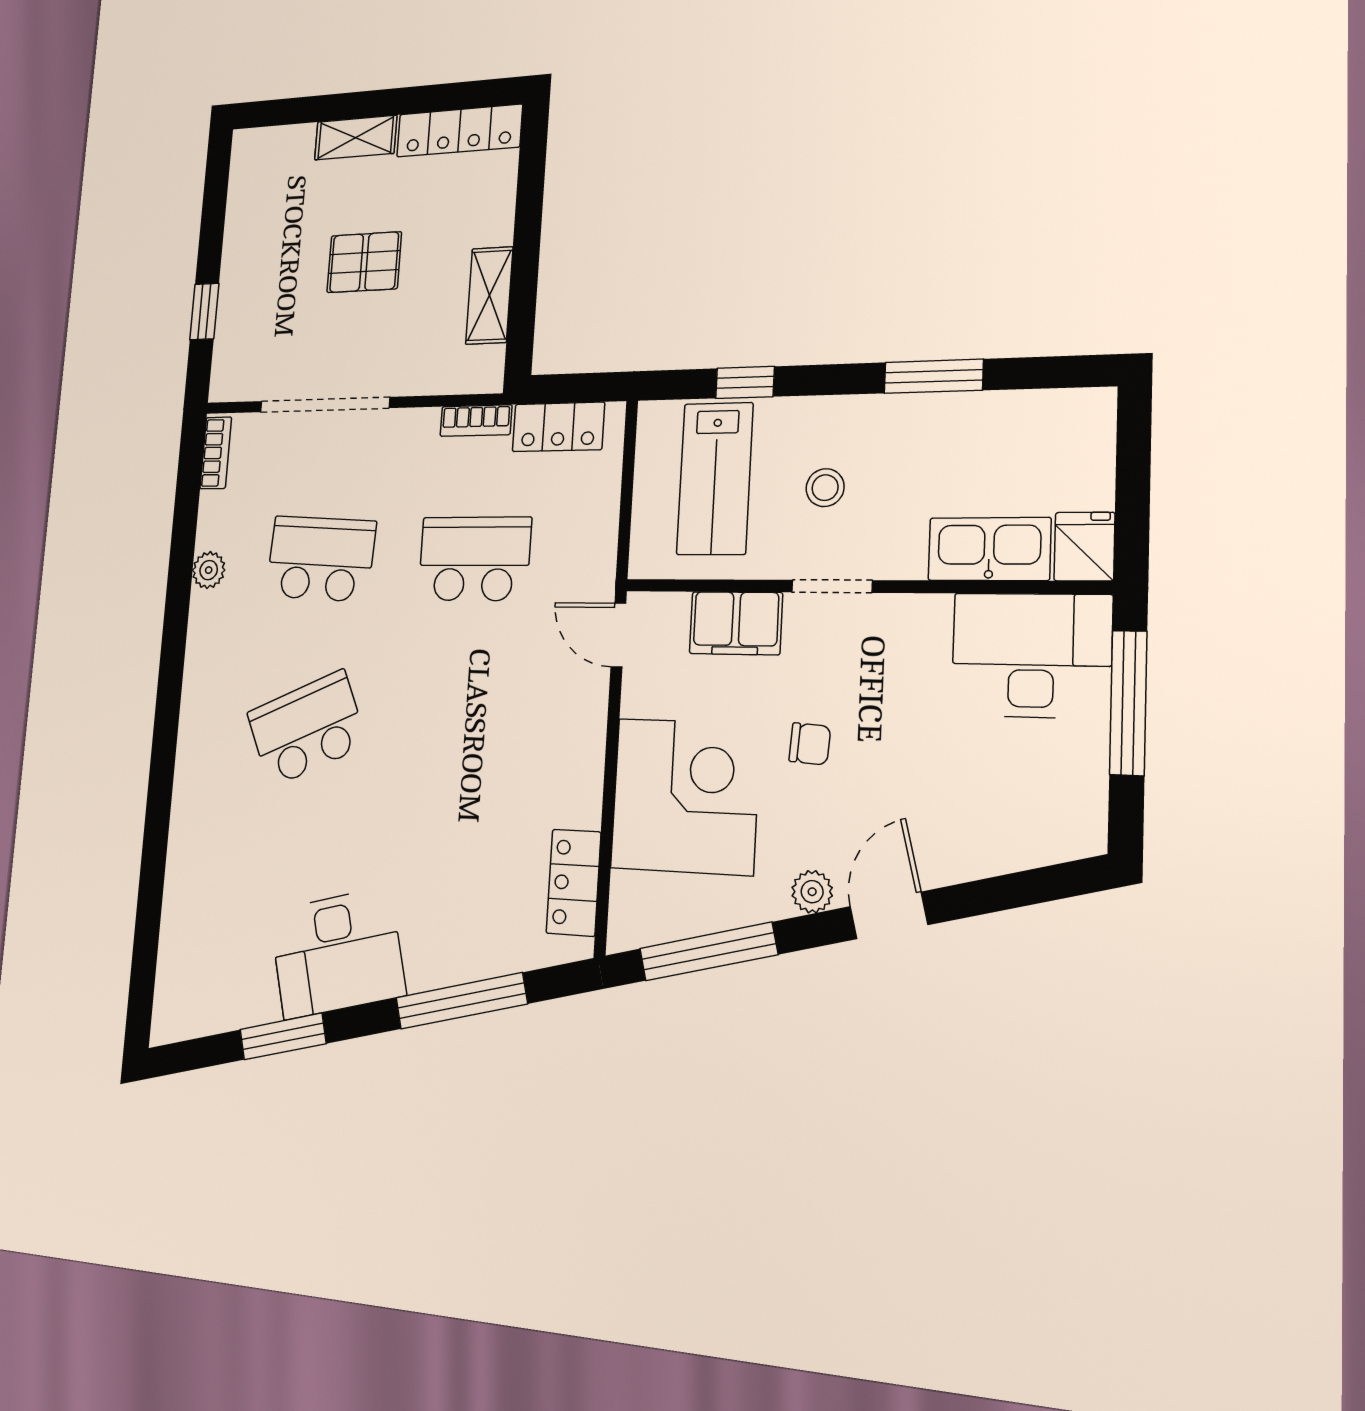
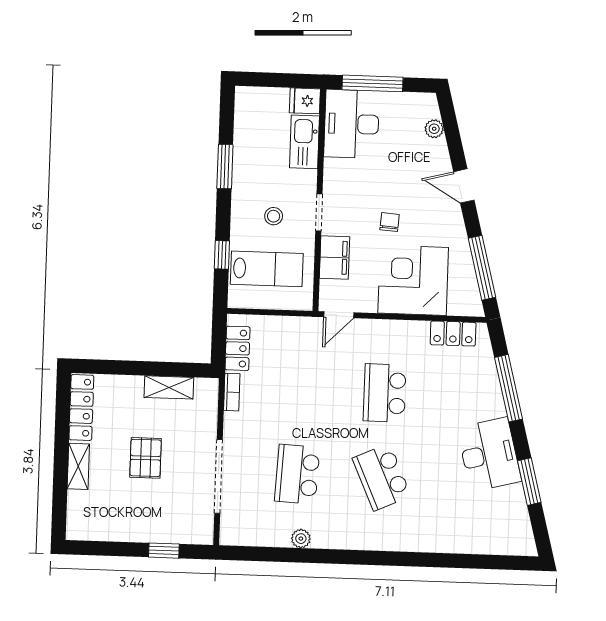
bookcase: (216, 453) -> (240, 539), removed
school desk: (474, 559) -> (385, 393), moved
plant: (812, 892) -> (434, 129), moved

